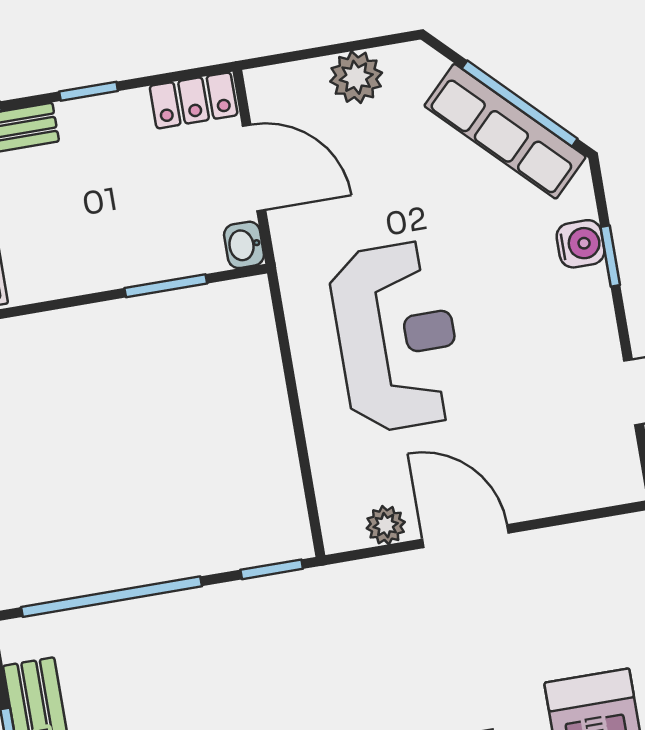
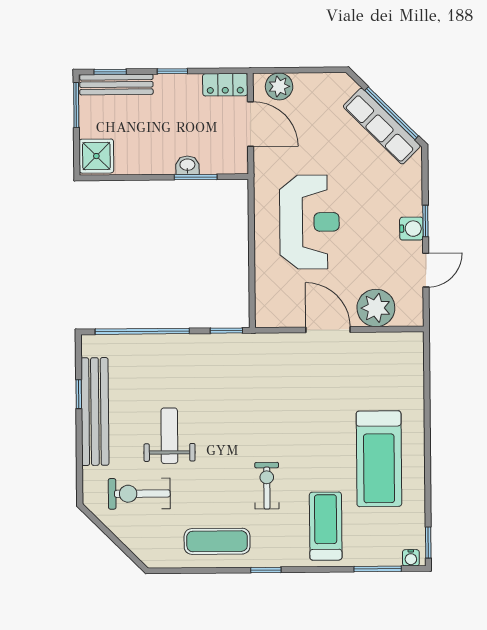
plant: (356, 77) -> (279, 86), moved
water cooler: (581, 244) -> (411, 229), moved
washbasin: (244, 245) -> (187, 165), moved, turned 90
window: (610, 256) -> (425, 221), moved
plant: (386, 525) -> (376, 308), moved, width x1.88, depth x1.88

